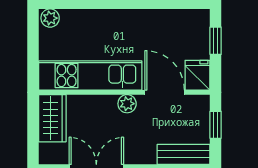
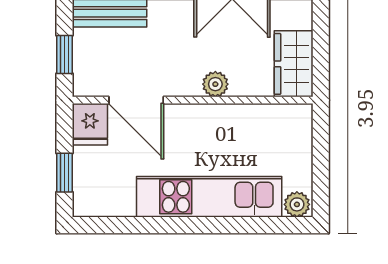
kitchen unit: (90, 76) -> (209, 197), moved, turned 180
plant: (127, 104) -> (215, 84), moved

